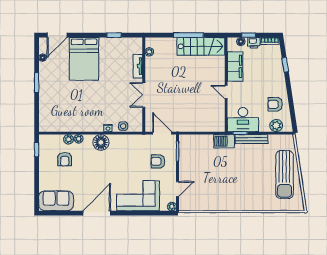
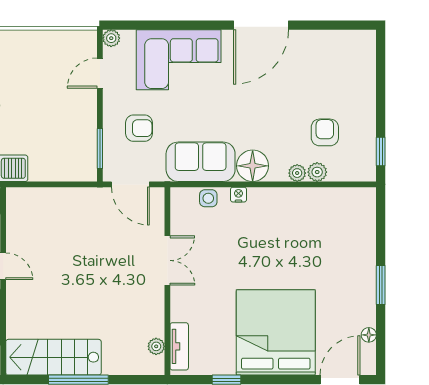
bed: (84, 59) -> (276, 332), width x1.36
tv unit: (138, 66) -> (179, 346), moved
sofa: (56, 201) -> (201, 162), moved, turned 180

